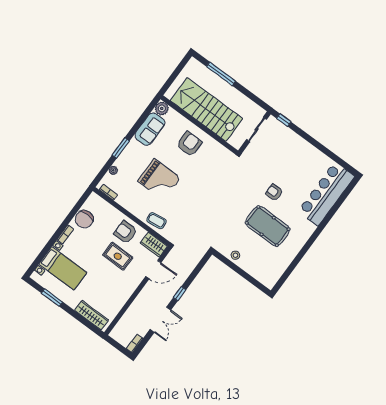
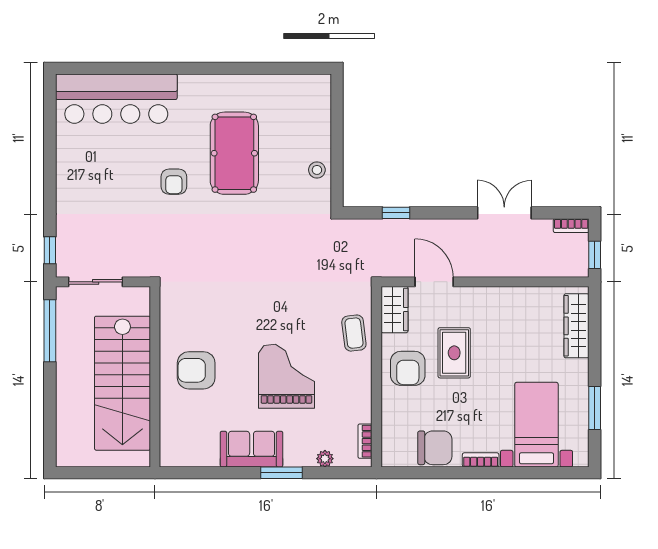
window: (221, 74) -> (50, 331), moved
plant: (162, 108) -> (172, 454), removed
sofa: (150, 129) -> (252, 449), moved
window: (180, 294) -> (396, 213), moved
window: (115, 344) -> (595, 255), added

